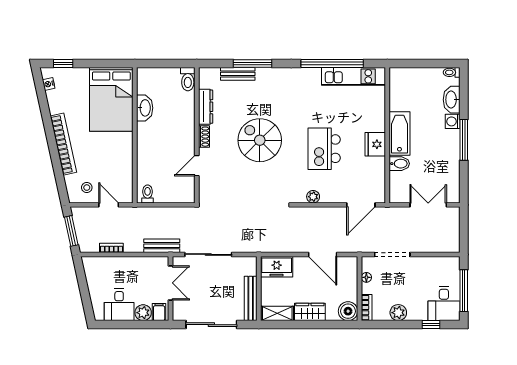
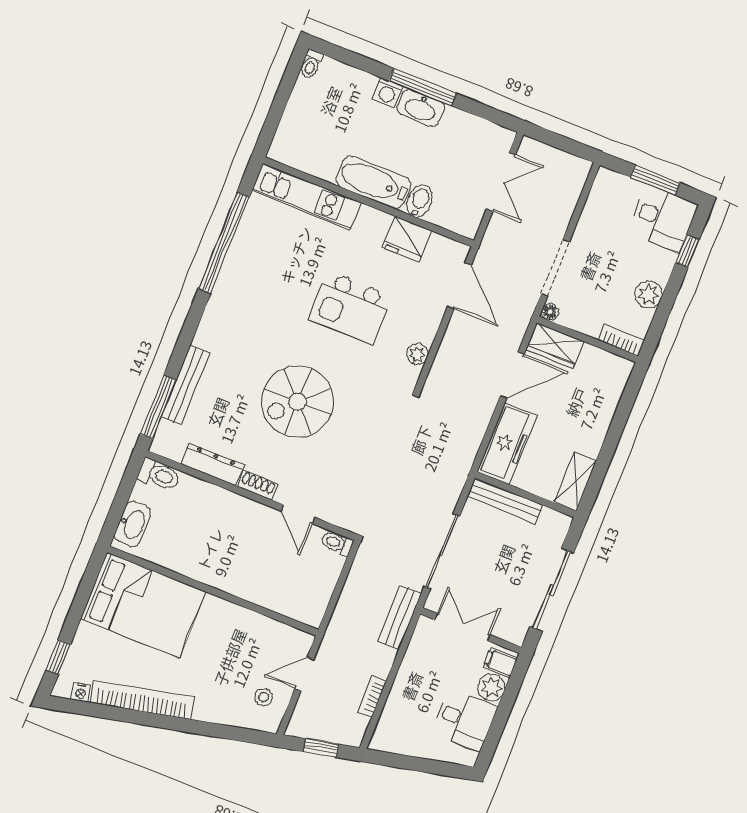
window: (253, 63) -> (158, 407), moved
bench: (238, 74) -> (186, 385), width x1.36
kitchen unit: (354, 76) -> (306, 196), moved, turned 90
washbasin: (452, 100) -> (421, 108), moved
washbasin: (145, 108) -> (133, 524), moved, turned 90
bookcase: (63, 144) -> (142, 700), moved
fridge: (375, 144) -> (407, 239), moved
toilet: (148, 194) -> (337, 543), moved
double door: (428, 205) -> (501, 182), swing flipped
window: (71, 231) -> (321, 748), width x0.67
freezer: (277, 267) -> (507, 444), width x1.40
floor lamp: (366, 277) -> (550, 312), moved
window: (464, 291) -> (655, 180), width x0.69
bench: (251, 298) -> (505, 501), moved
boiler: (348, 311) -> (615, 371), removed
wardrobe: (310, 312) -> (555, 345), moved, turned -90

